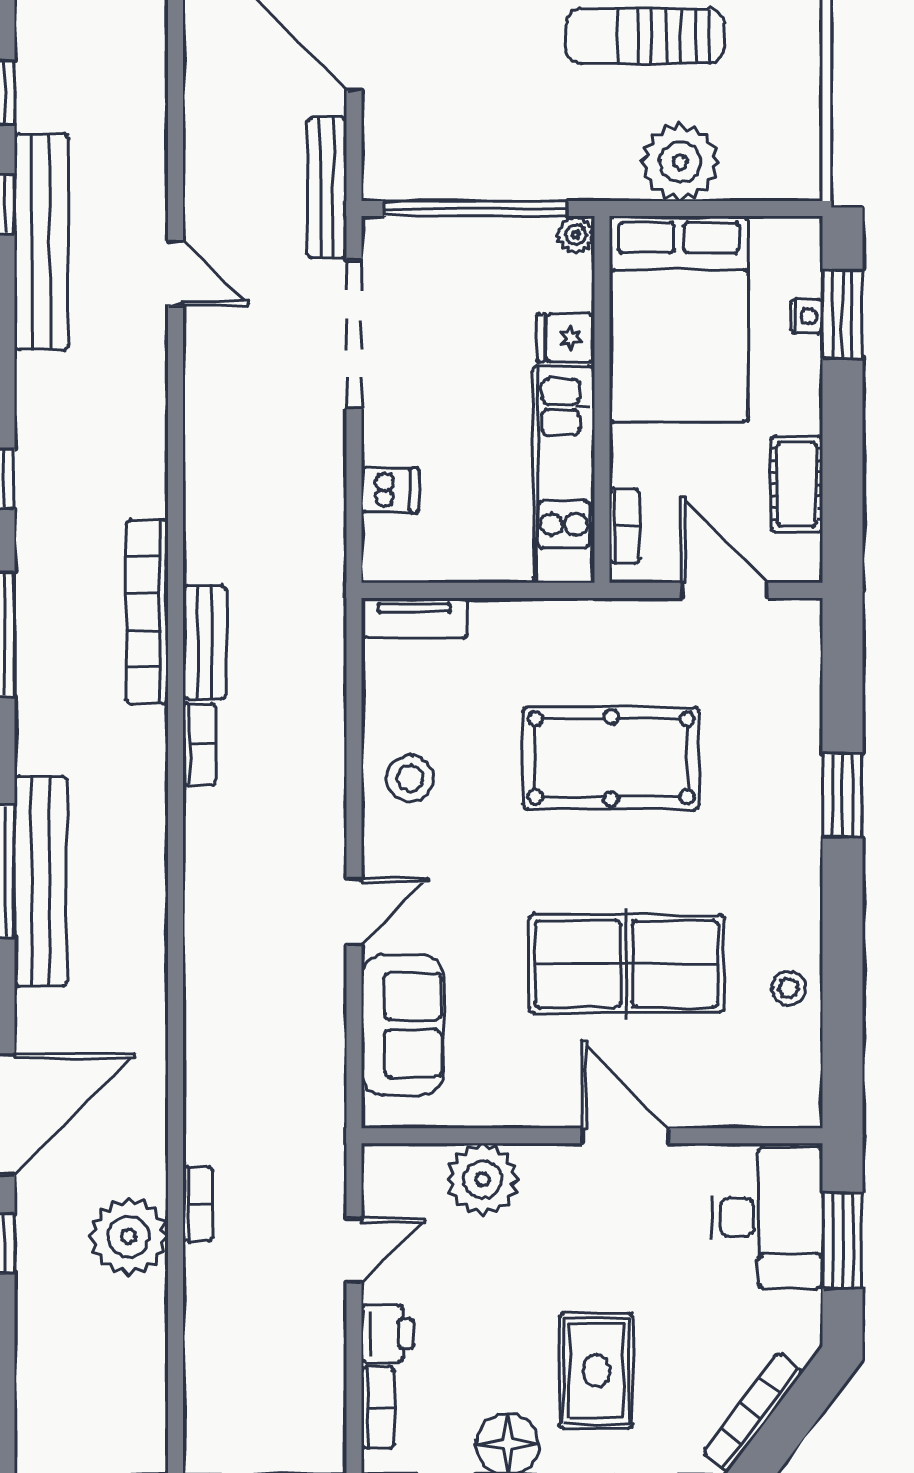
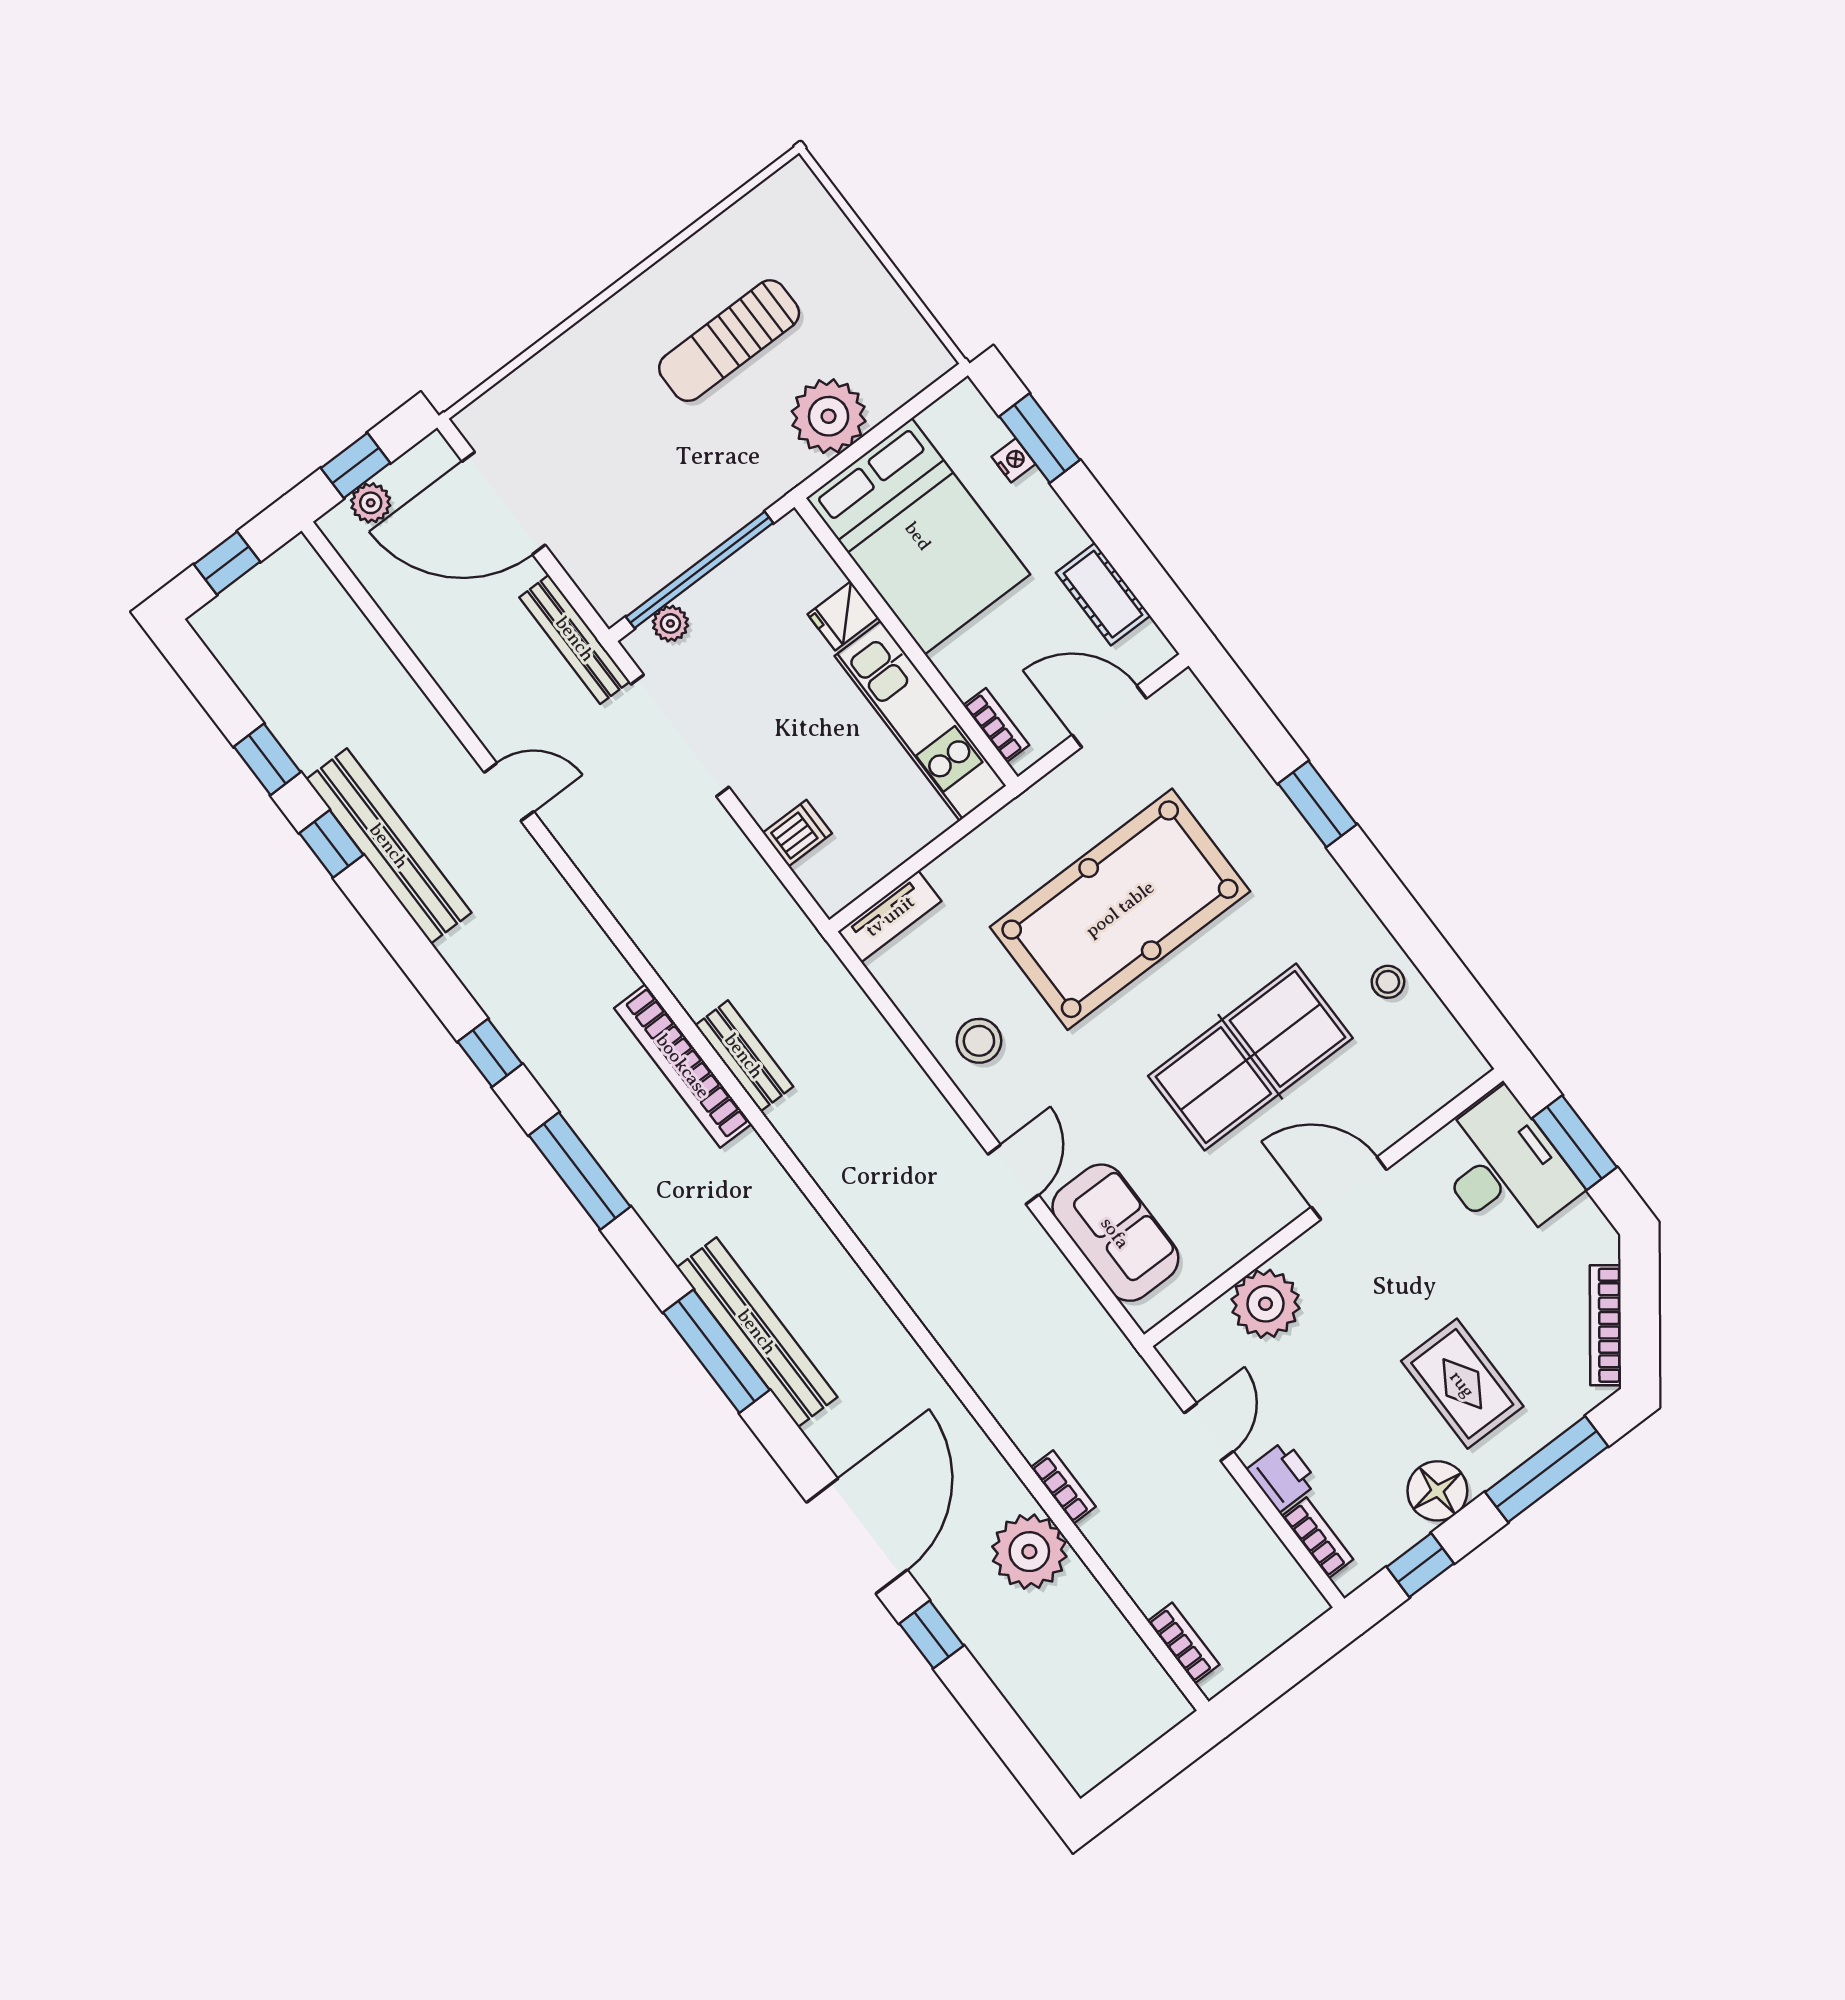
plant: (576, 235) -> (670, 623), moved
bookcase: (199, 744) -> (1183, 1643), moved
pool table: (611, 758) -> (1120, 909), width x1.36, depth x1.32

